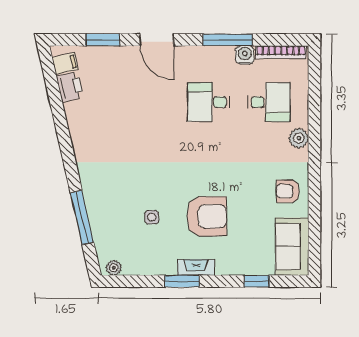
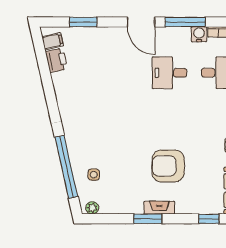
door: (157, 40) -> (141, 22), moved
armchair: (207, 216) -> (168, 166), turned 180
side table: (152, 217) -> (94, 175), moved
window: (82, 218) -> (66, 167), width x1.46

